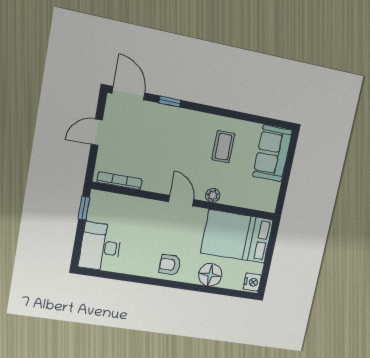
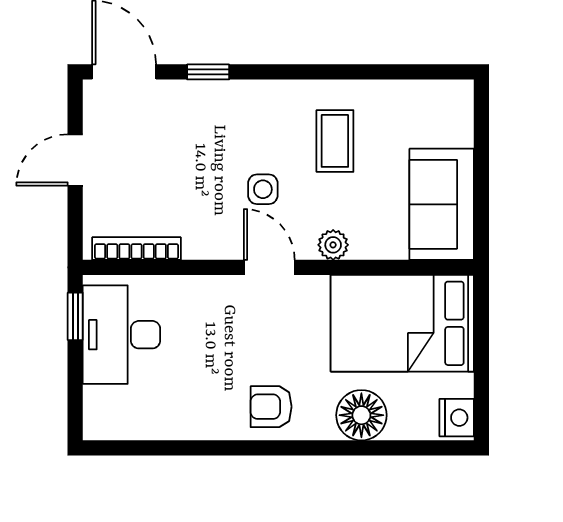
sofa: (273, 153) -> (442, 204), moved
side table: (185, 163) -> (263, 189), added
desk: (100, 247) -> (121, 335), moved

